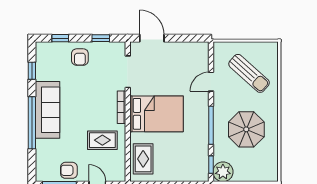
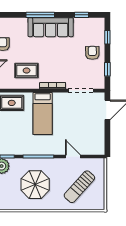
armchair: (80, 57) -> (92, 53), turned 89
bed: (156, 114) -> (43, 113), width x0.67
window: (32, 123) -> (40, 15), width x0.68
rug: (102, 140) -> (27, 71), turned 90

